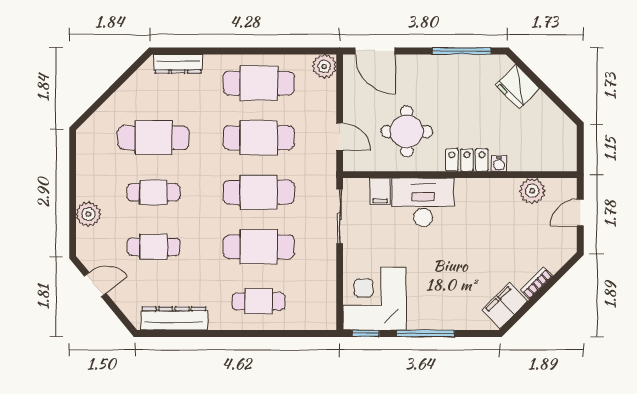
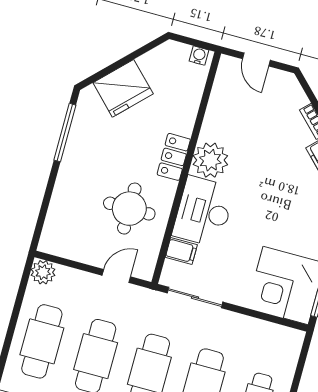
door: (375, 51) -> (42, 218), removed
fridge: (518, 87) -> (123, 88), width x1.36, depth x1.34
water cooler: (499, 163) -> (199, 56), moved, turned -90
plant: (532, 191) -> (210, 160), moved, width x1.36, depth x1.36

